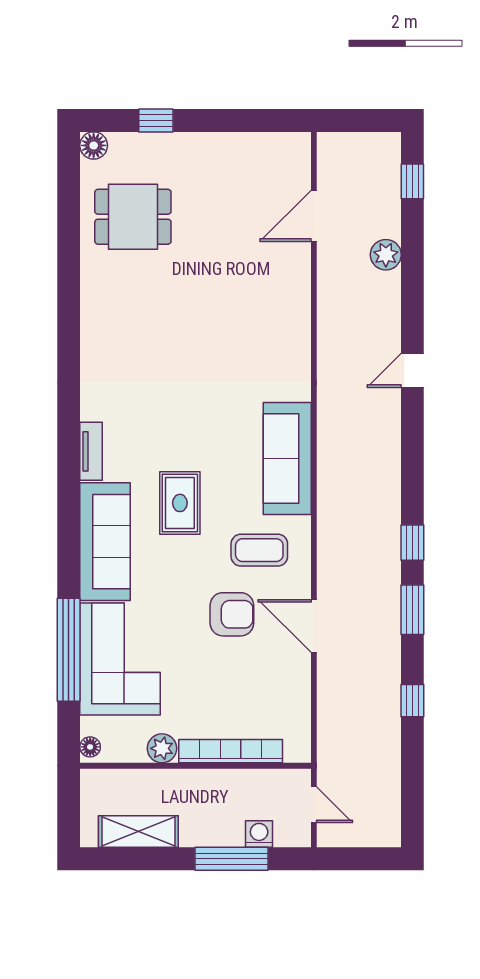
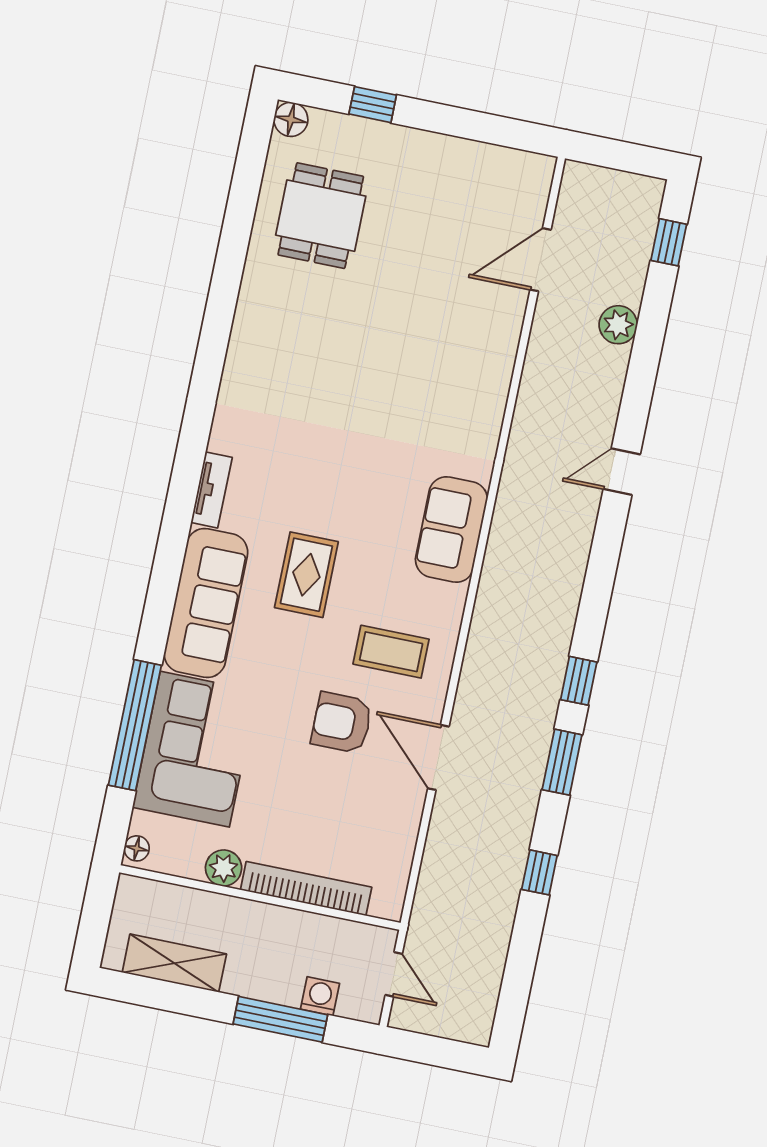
dining table: (133, 217) -> (321, 216), turned 90
sofa: (287, 459) -> (451, 529), width x0.73
armchair: (232, 614) -> (342, 723), turned 180

